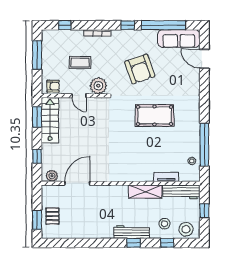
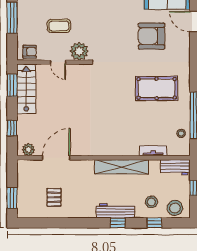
armchair: (140, 69) -> (151, 36), moved, turned 109
pool table: (155, 115) -> (157, 88), moved
shelving: (145, 192) -> (122, 167), width x1.47
workbench: (181, 192) -> (175, 167), width x0.73
pallet: (52, 216) -> (54, 197), moved

